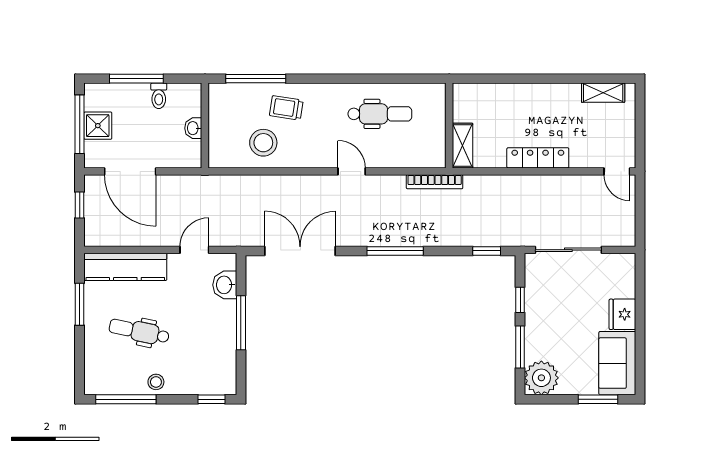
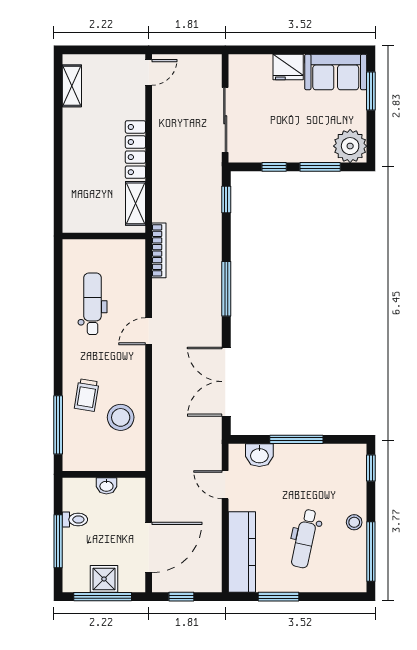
shelving: (463, 146) -> (136, 203), moved, turned 90

